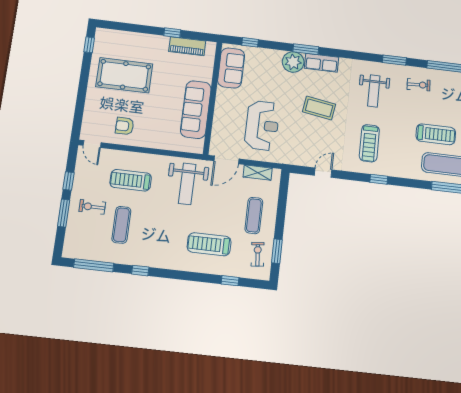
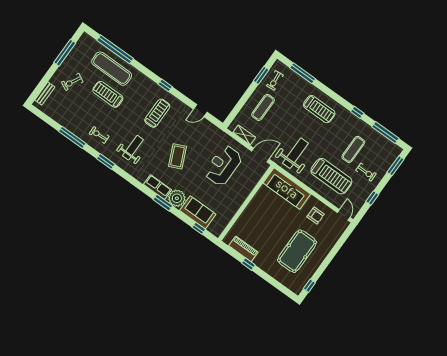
sofa: (231, 68) -> (198, 212), moved, turned 90
pool table: (124, 75) -> (297, 251), turned 90
coffee table: (319, 108) -> (178, 156), turned 57
sofa: (196, 110) -> (287, 189), moved, turned 90
treadmill: (131, 180) -> (331, 176), width x1.37, depth x1.38
window: (64, 213) -> (396, 166), moved
treadmill: (209, 244) -> (319, 109), moved
window: (230, 281) -> (303, 73), width x2.17

